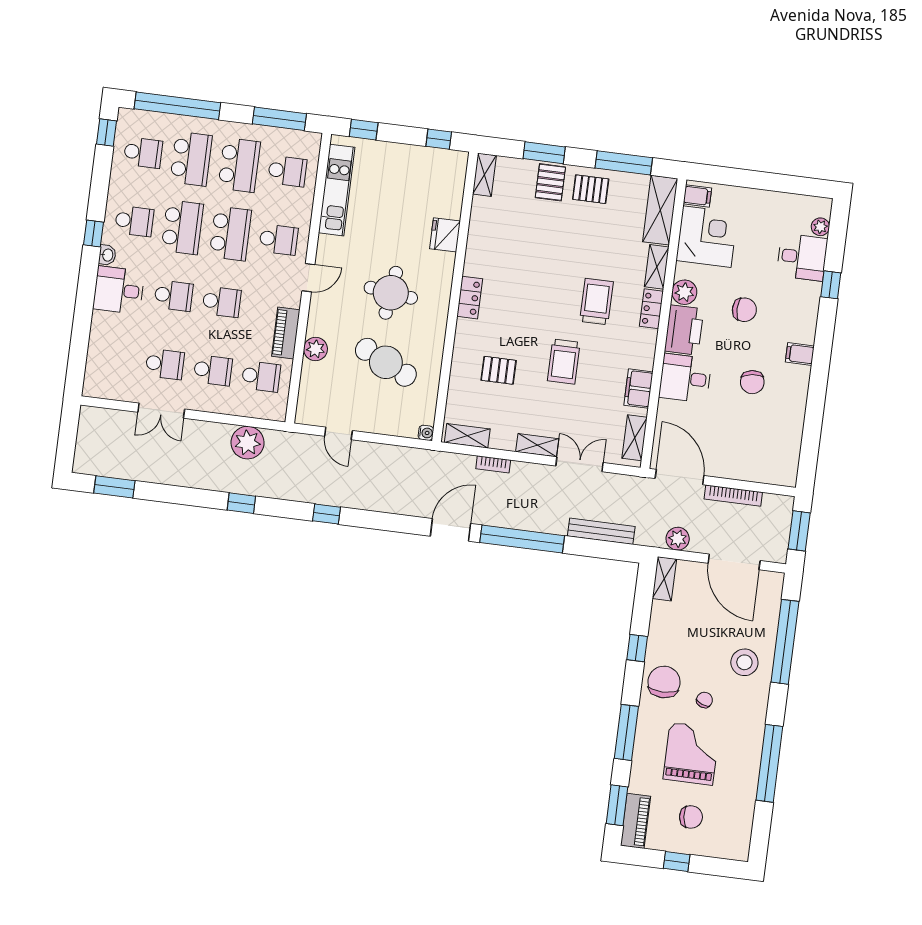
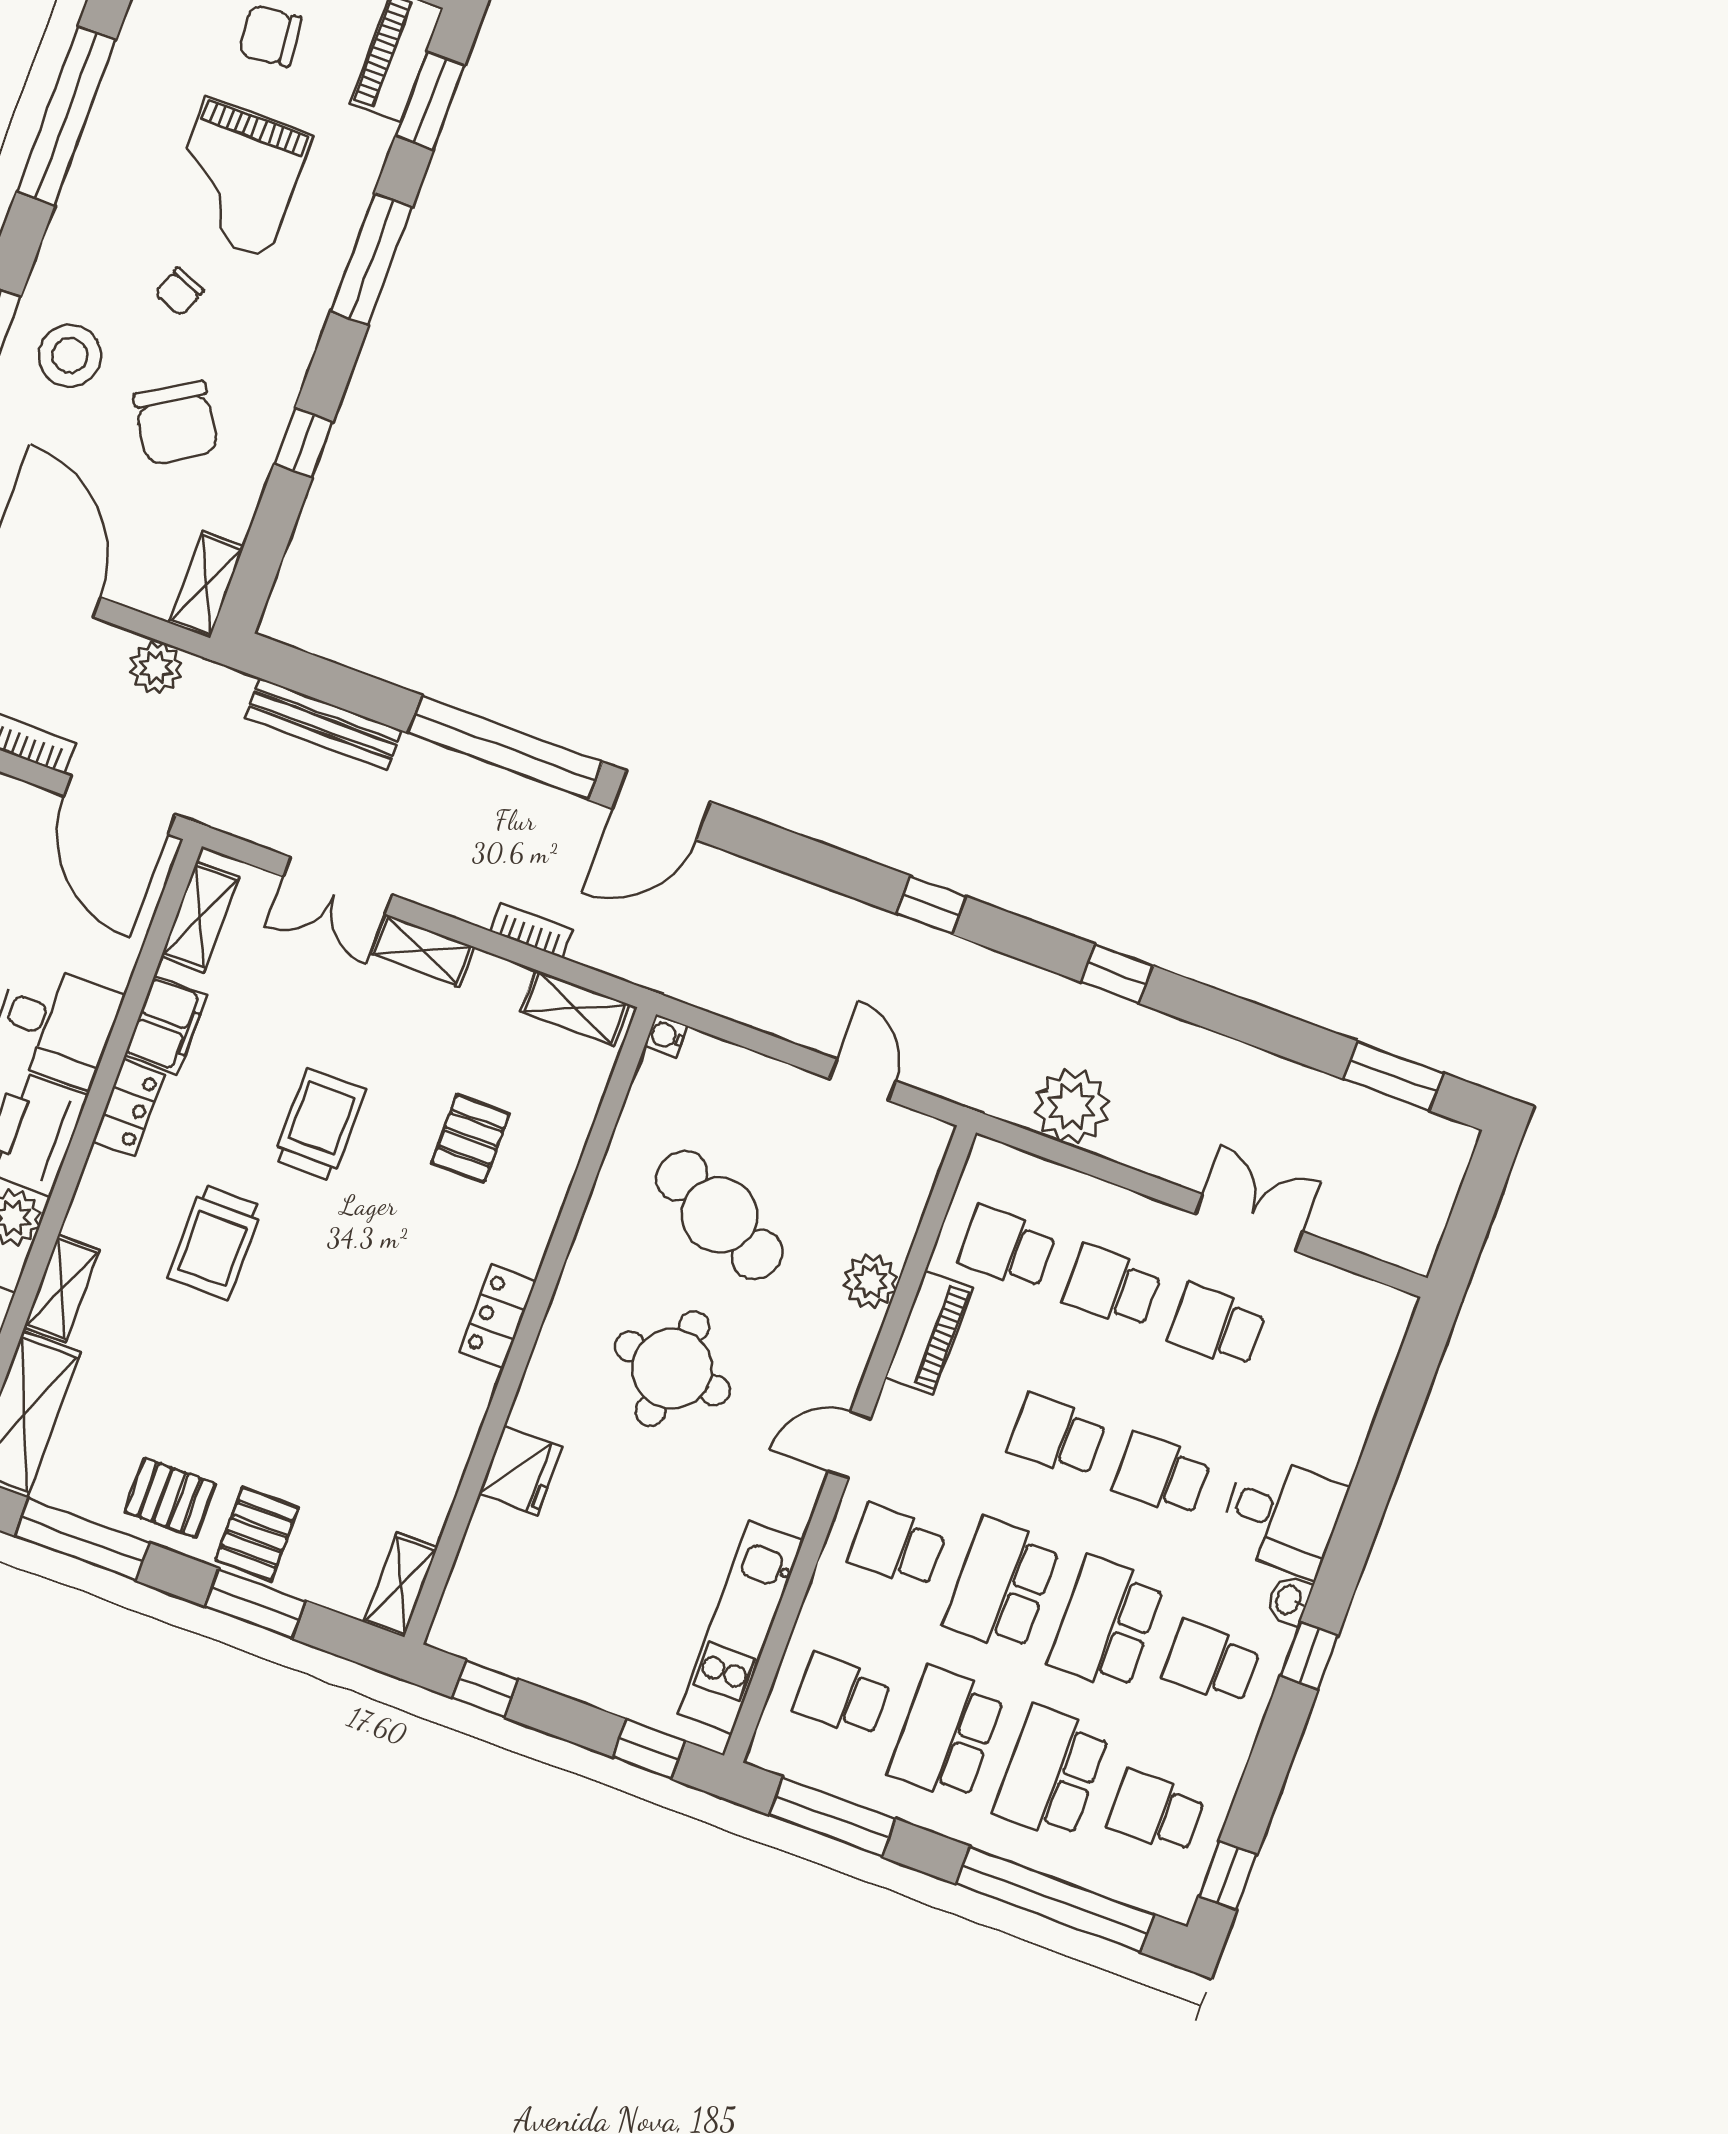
locker: (651, 309) -> (129, 1108), moved
pallet: (499, 370) -> (471, 1139), turned 90
chair: (664, 682) -> (176, 423), moved, turned -32

